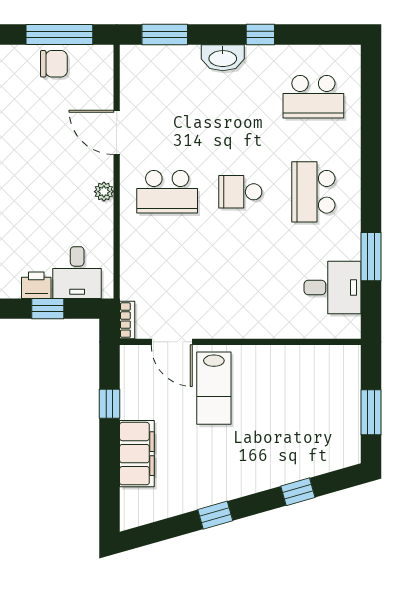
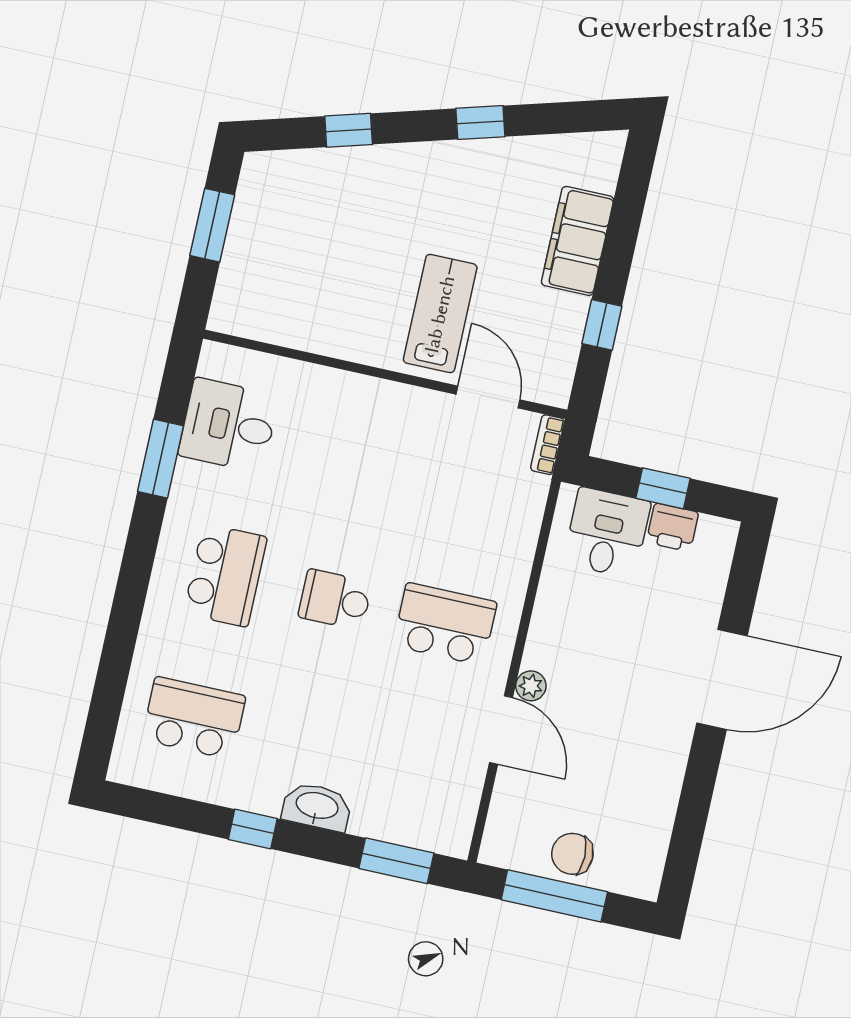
plant: (104, 192) -> (531, 686), moved
school desk: (240, 192) -> (335, 600), turned 180

